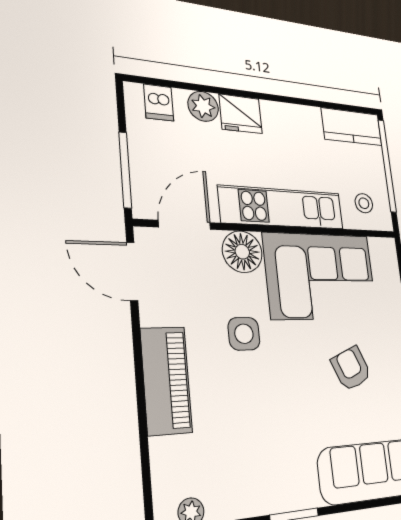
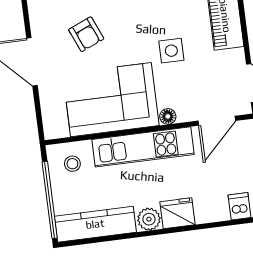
plant: (203, 106) -> (149, 219), moved
kitchen counter: (352, 127) -> (95, 224), width x1.50
floor lamp: (242, 252) -> (168, 116), width x0.53, depth x0.53

